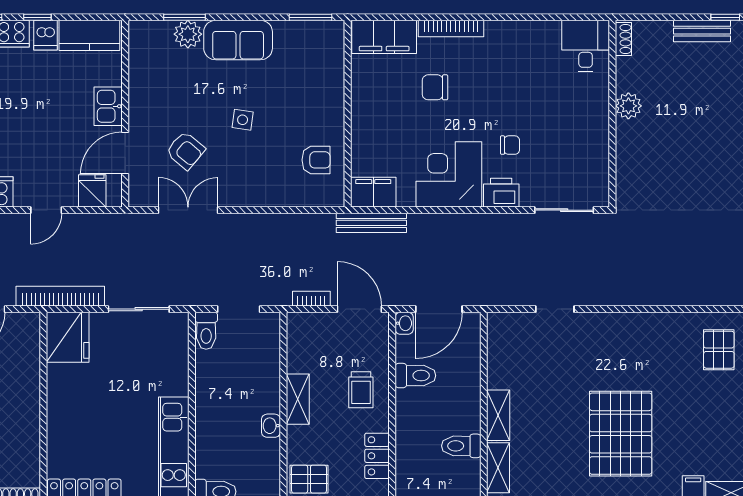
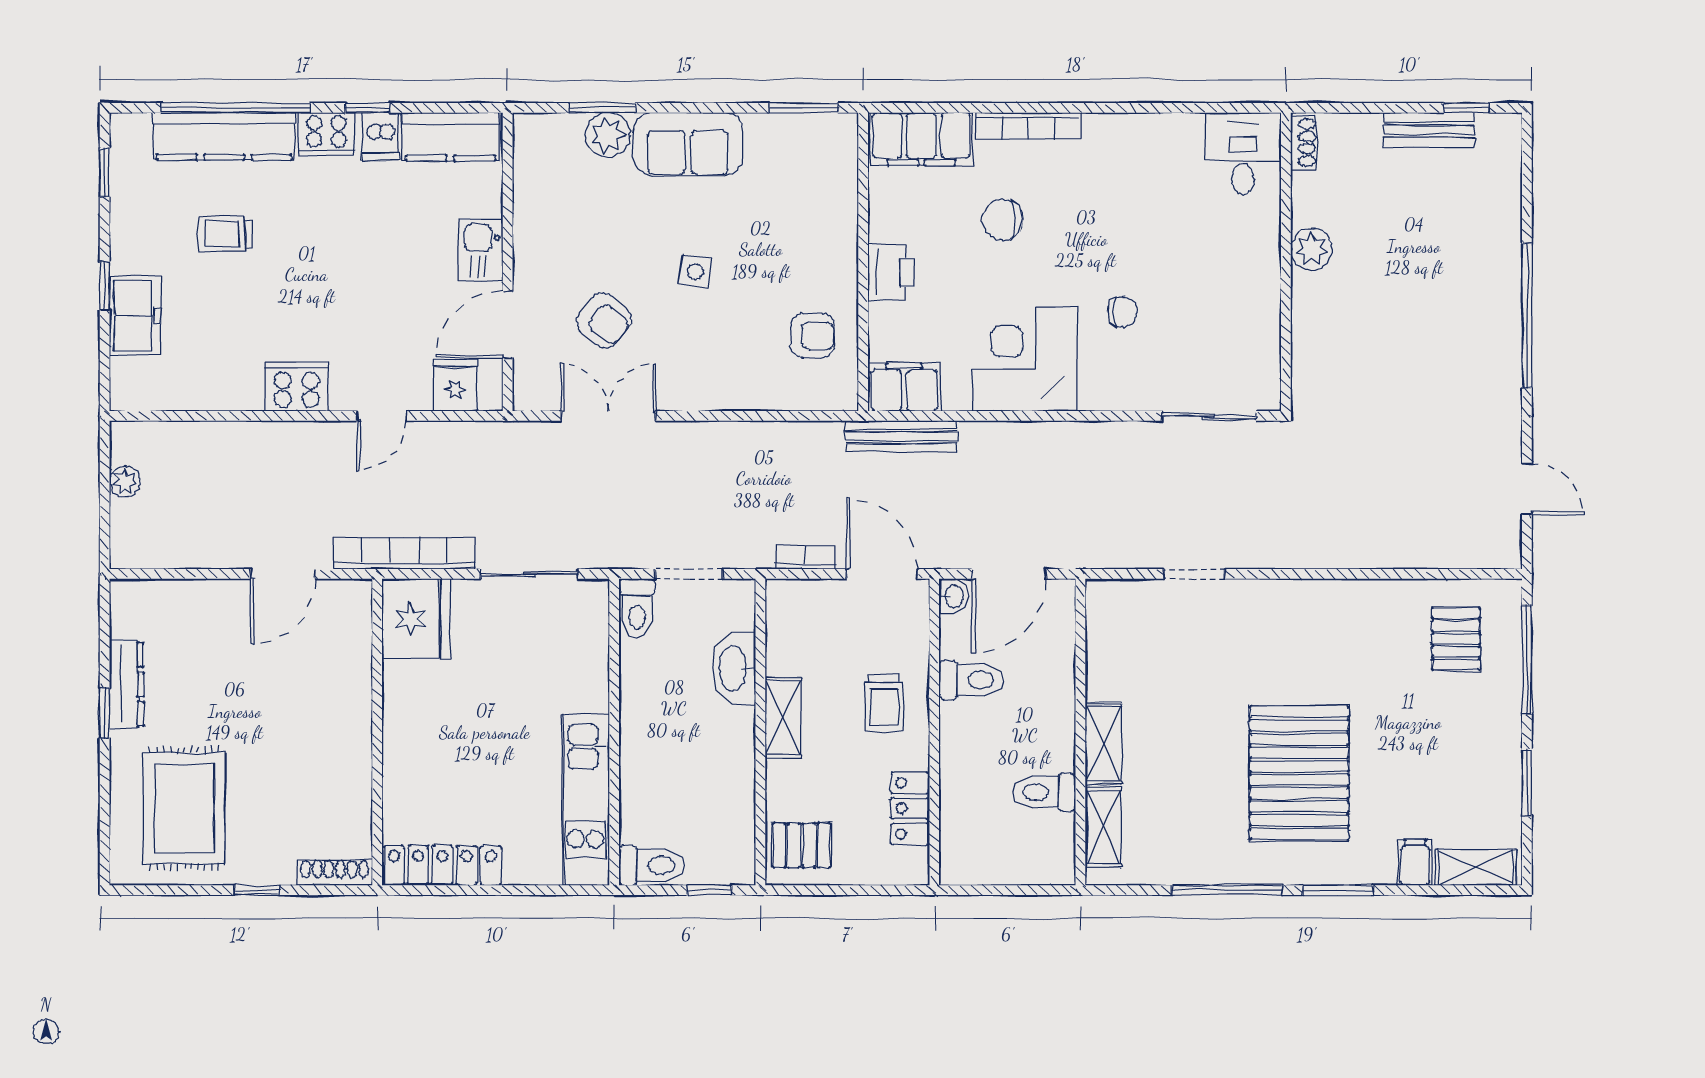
printer: (501, 193) -> (891, 272), moved, turned 90
washbasin: (271, 426) -> (734, 668), moved, width x1.91, depth x1.45

